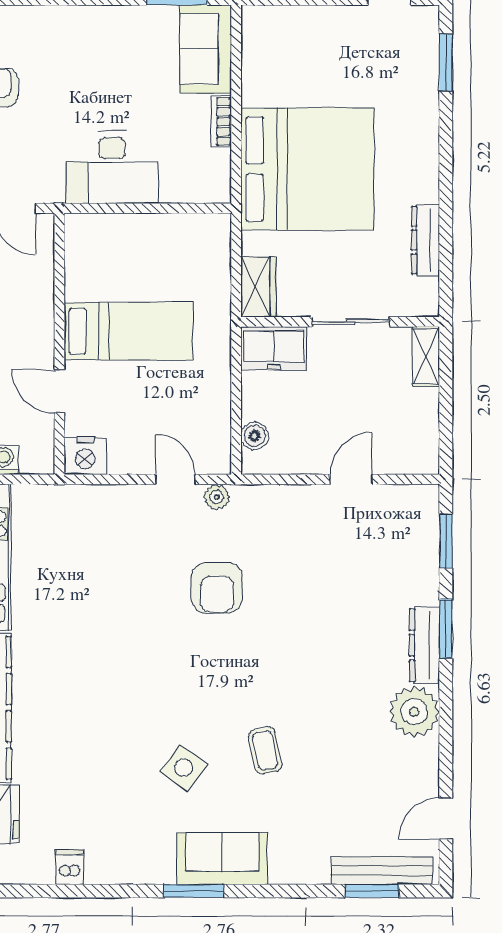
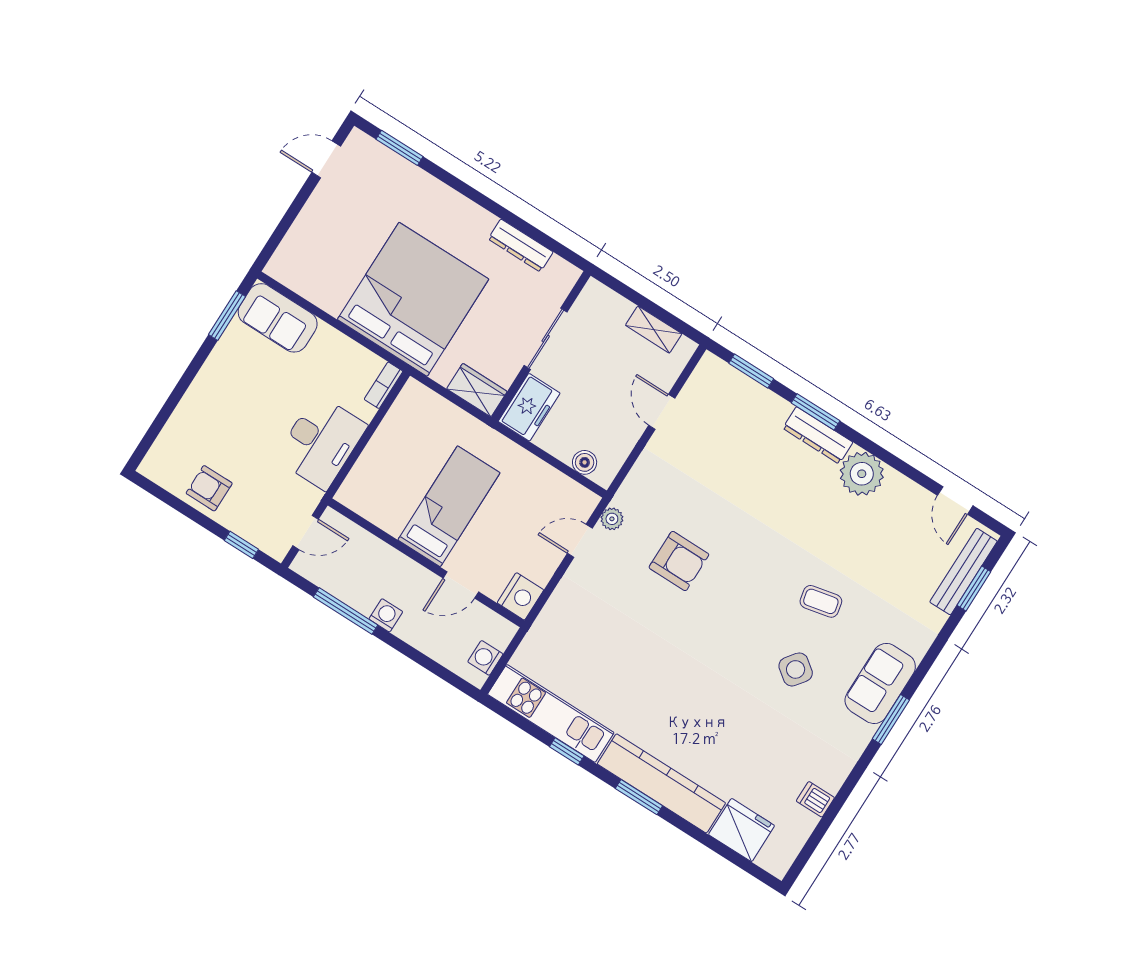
bookcase: (221, 122) -> (383, 385), moved, turned 90
shelving: (426, 357) -> (654, 330), moved

